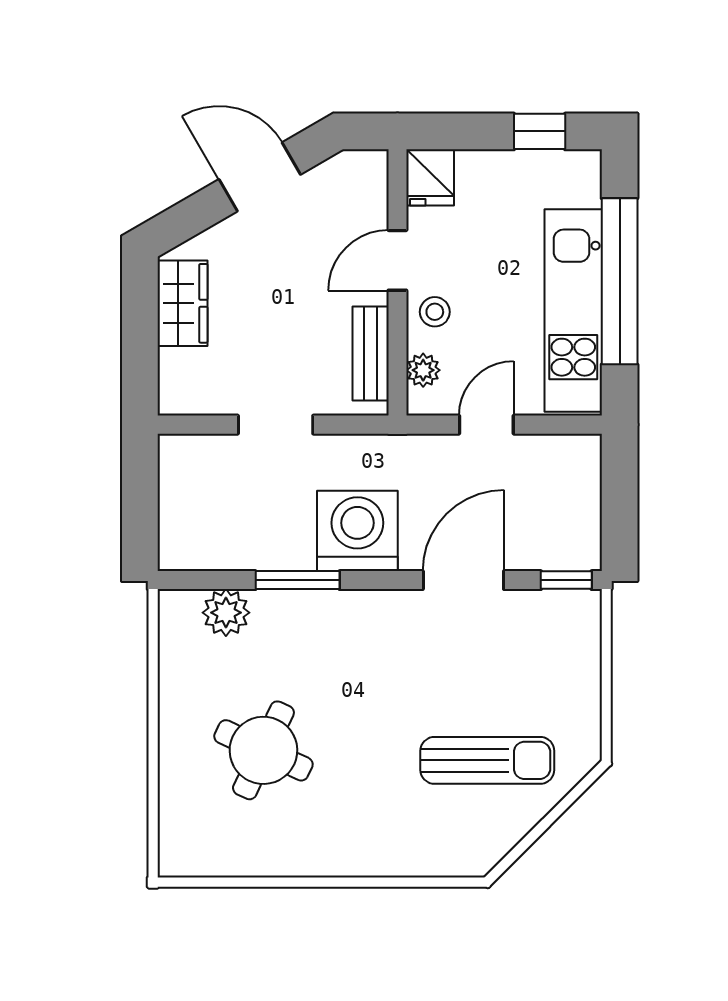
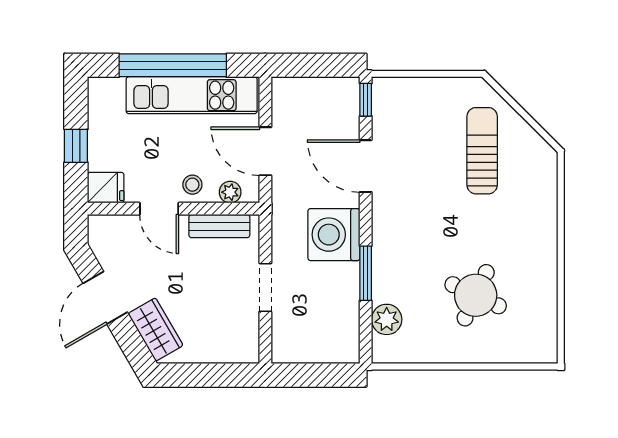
window: (540, 131) -> (76, 146), moved
wardrobe: (182, 303) -> (156, 330), moved, turned 60
door: (486, 425) -> (265, 151), width x1.38

